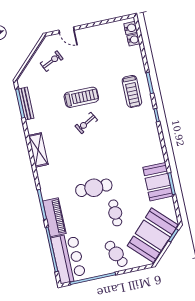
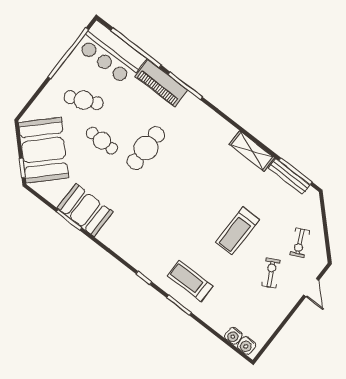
door: (67, 30) -> (311, 288), swing flipped
exercise bike: (86, 123) -> (271, 273), moved
shelving: (38, 150) -> (252, 151), moved
cafe table: (116, 254) -> (84, 100), moved

